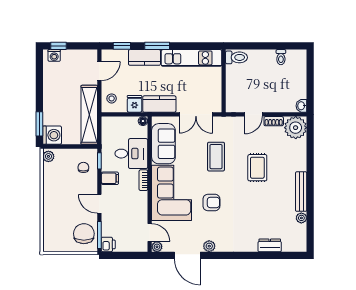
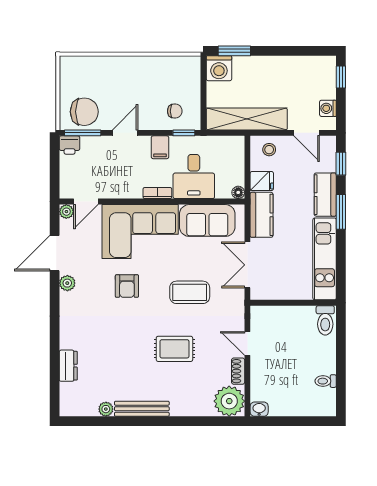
washing machine: (54, 55) -> (328, 108), moved
plant: (48, 156) -> (190, 63), removed

